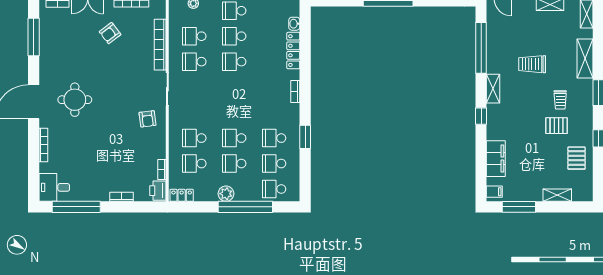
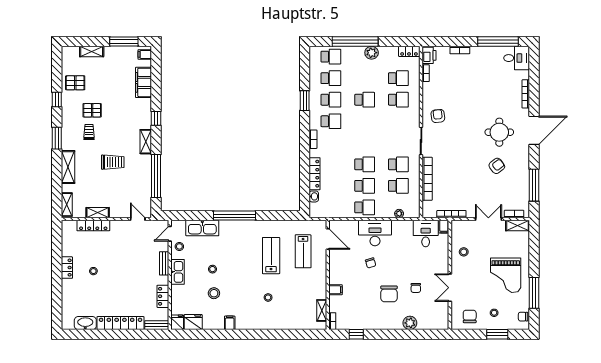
armchair: (110, 33) -> (497, 166), moved
pallet: (576, 158) -> (75, 83), turned 90
school desk: (234, 164) -> (331, 121), moved

